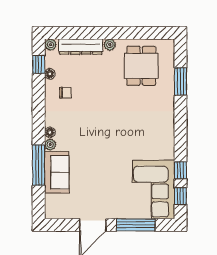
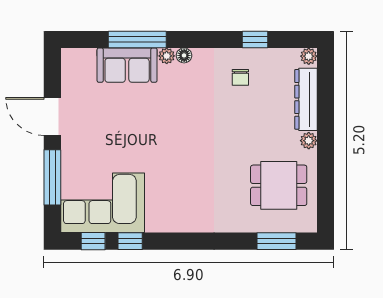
window: (39, 64) -> (255, 39), moved
floor lamp: (50, 74) -> (267, 55), removed
window: (180, 81) -> (276, 241), moved

